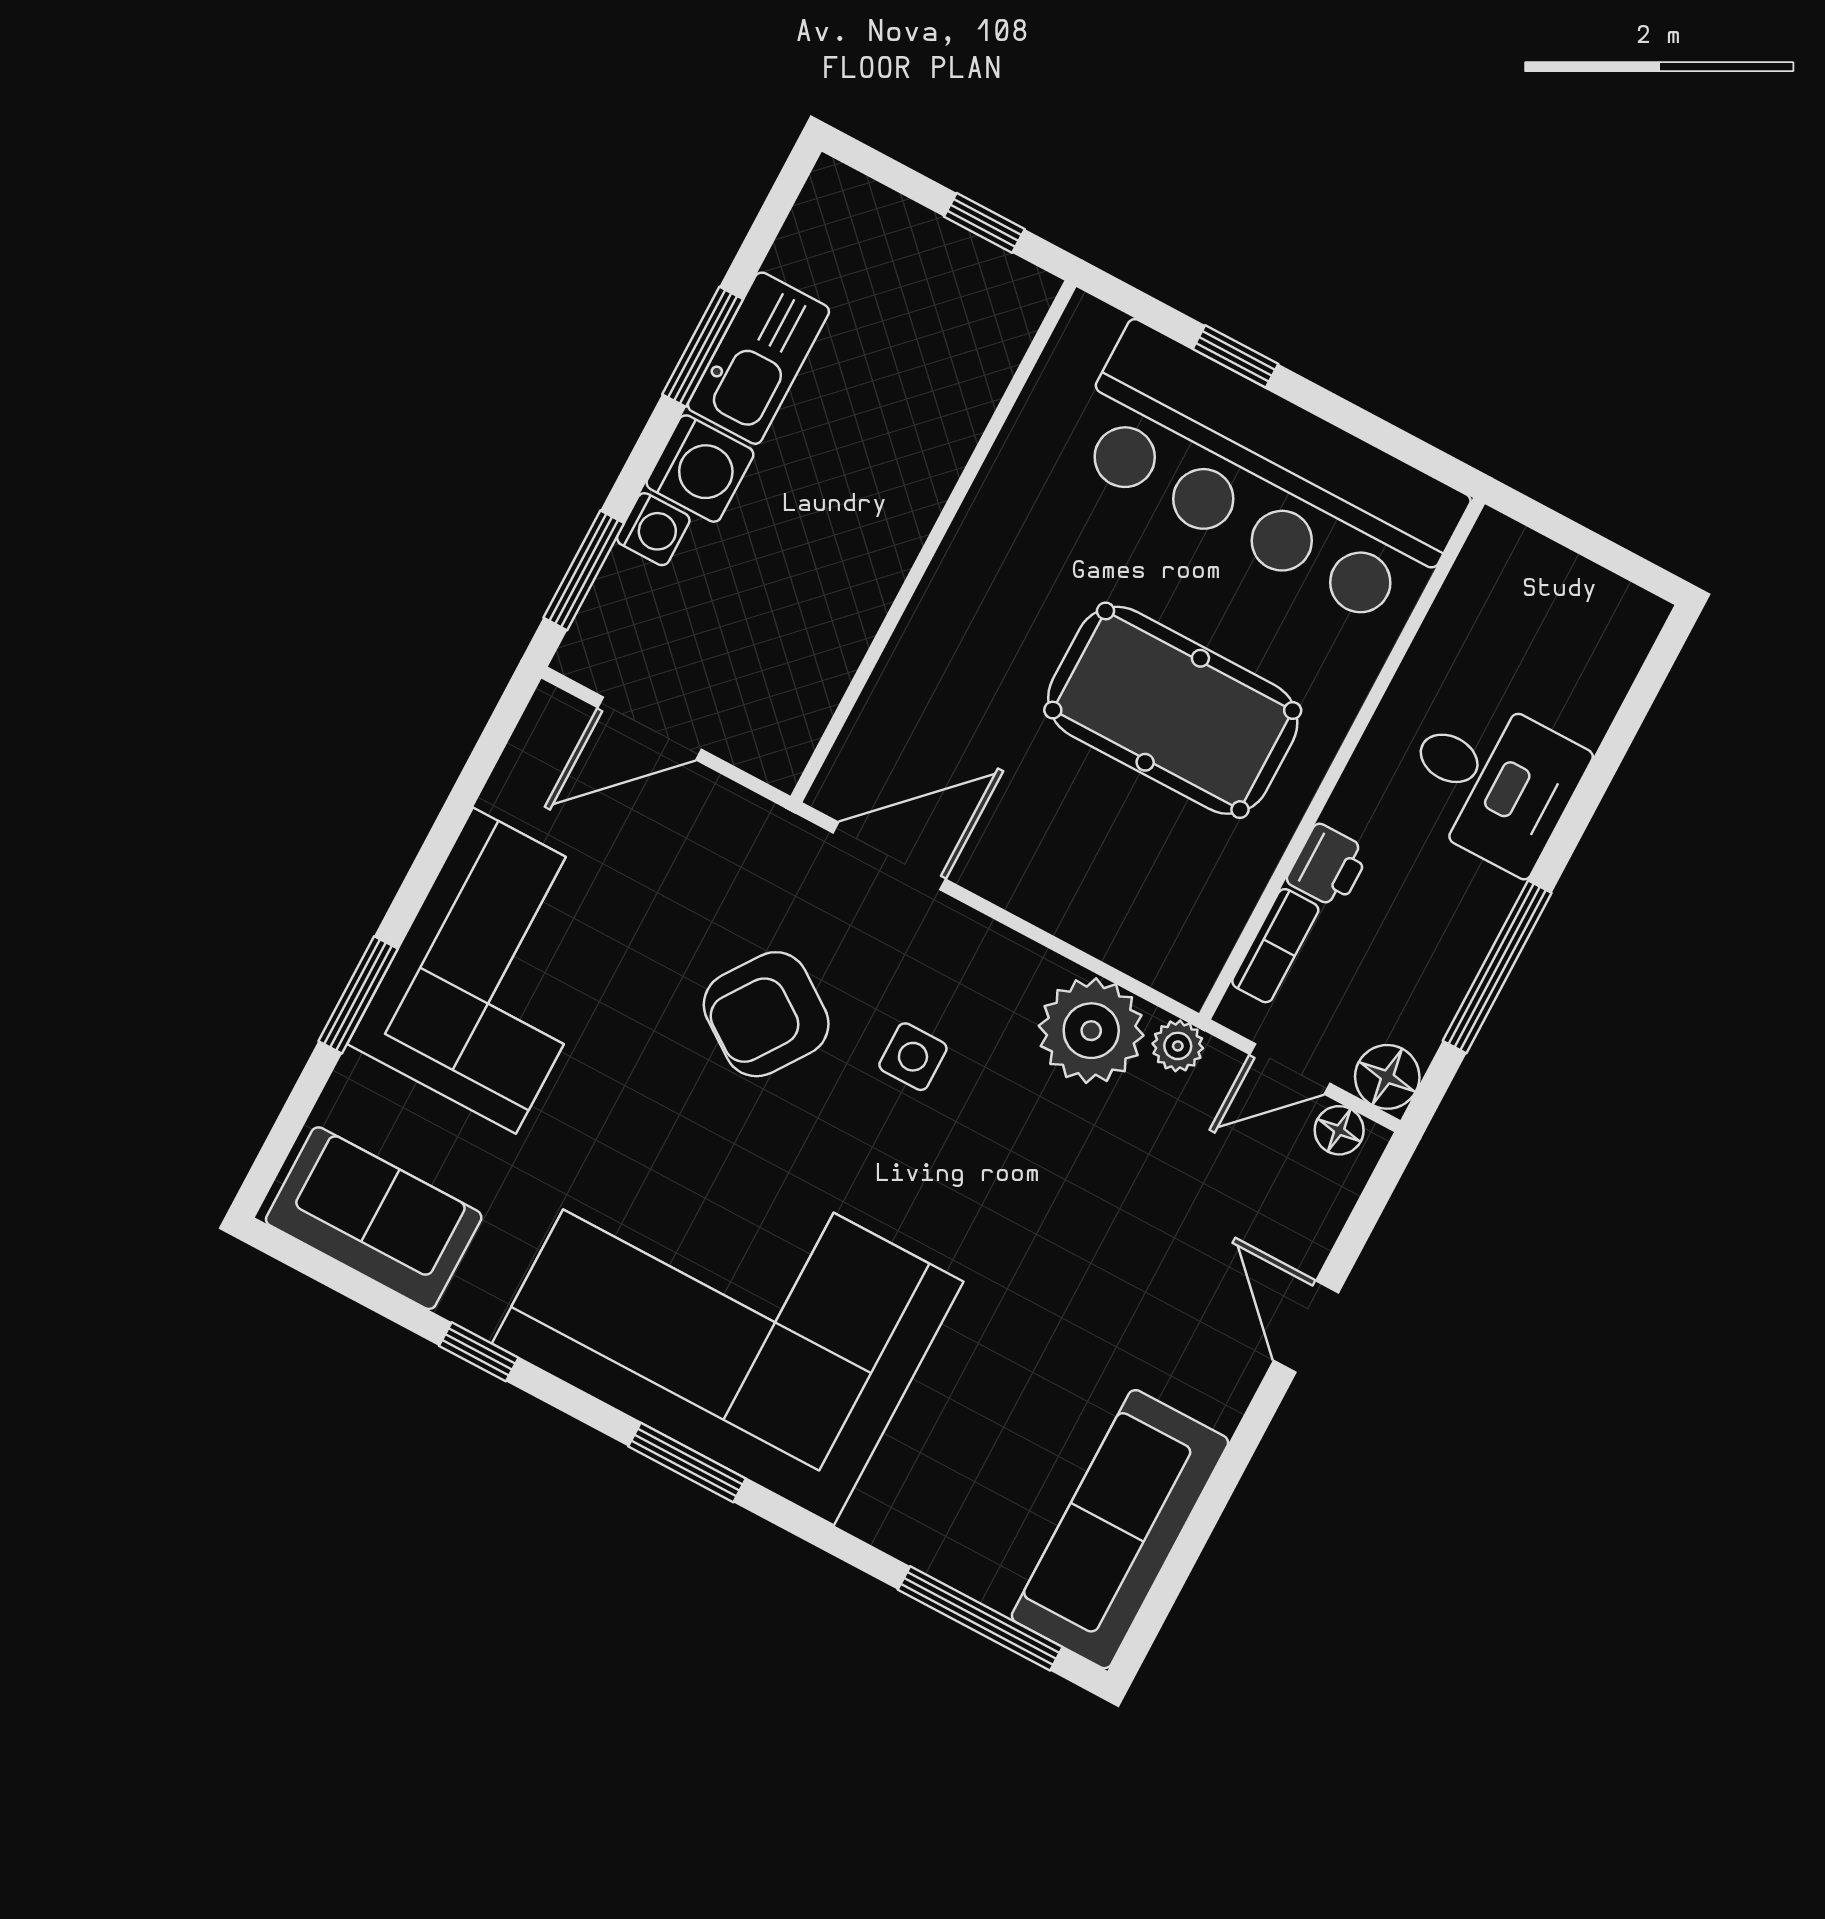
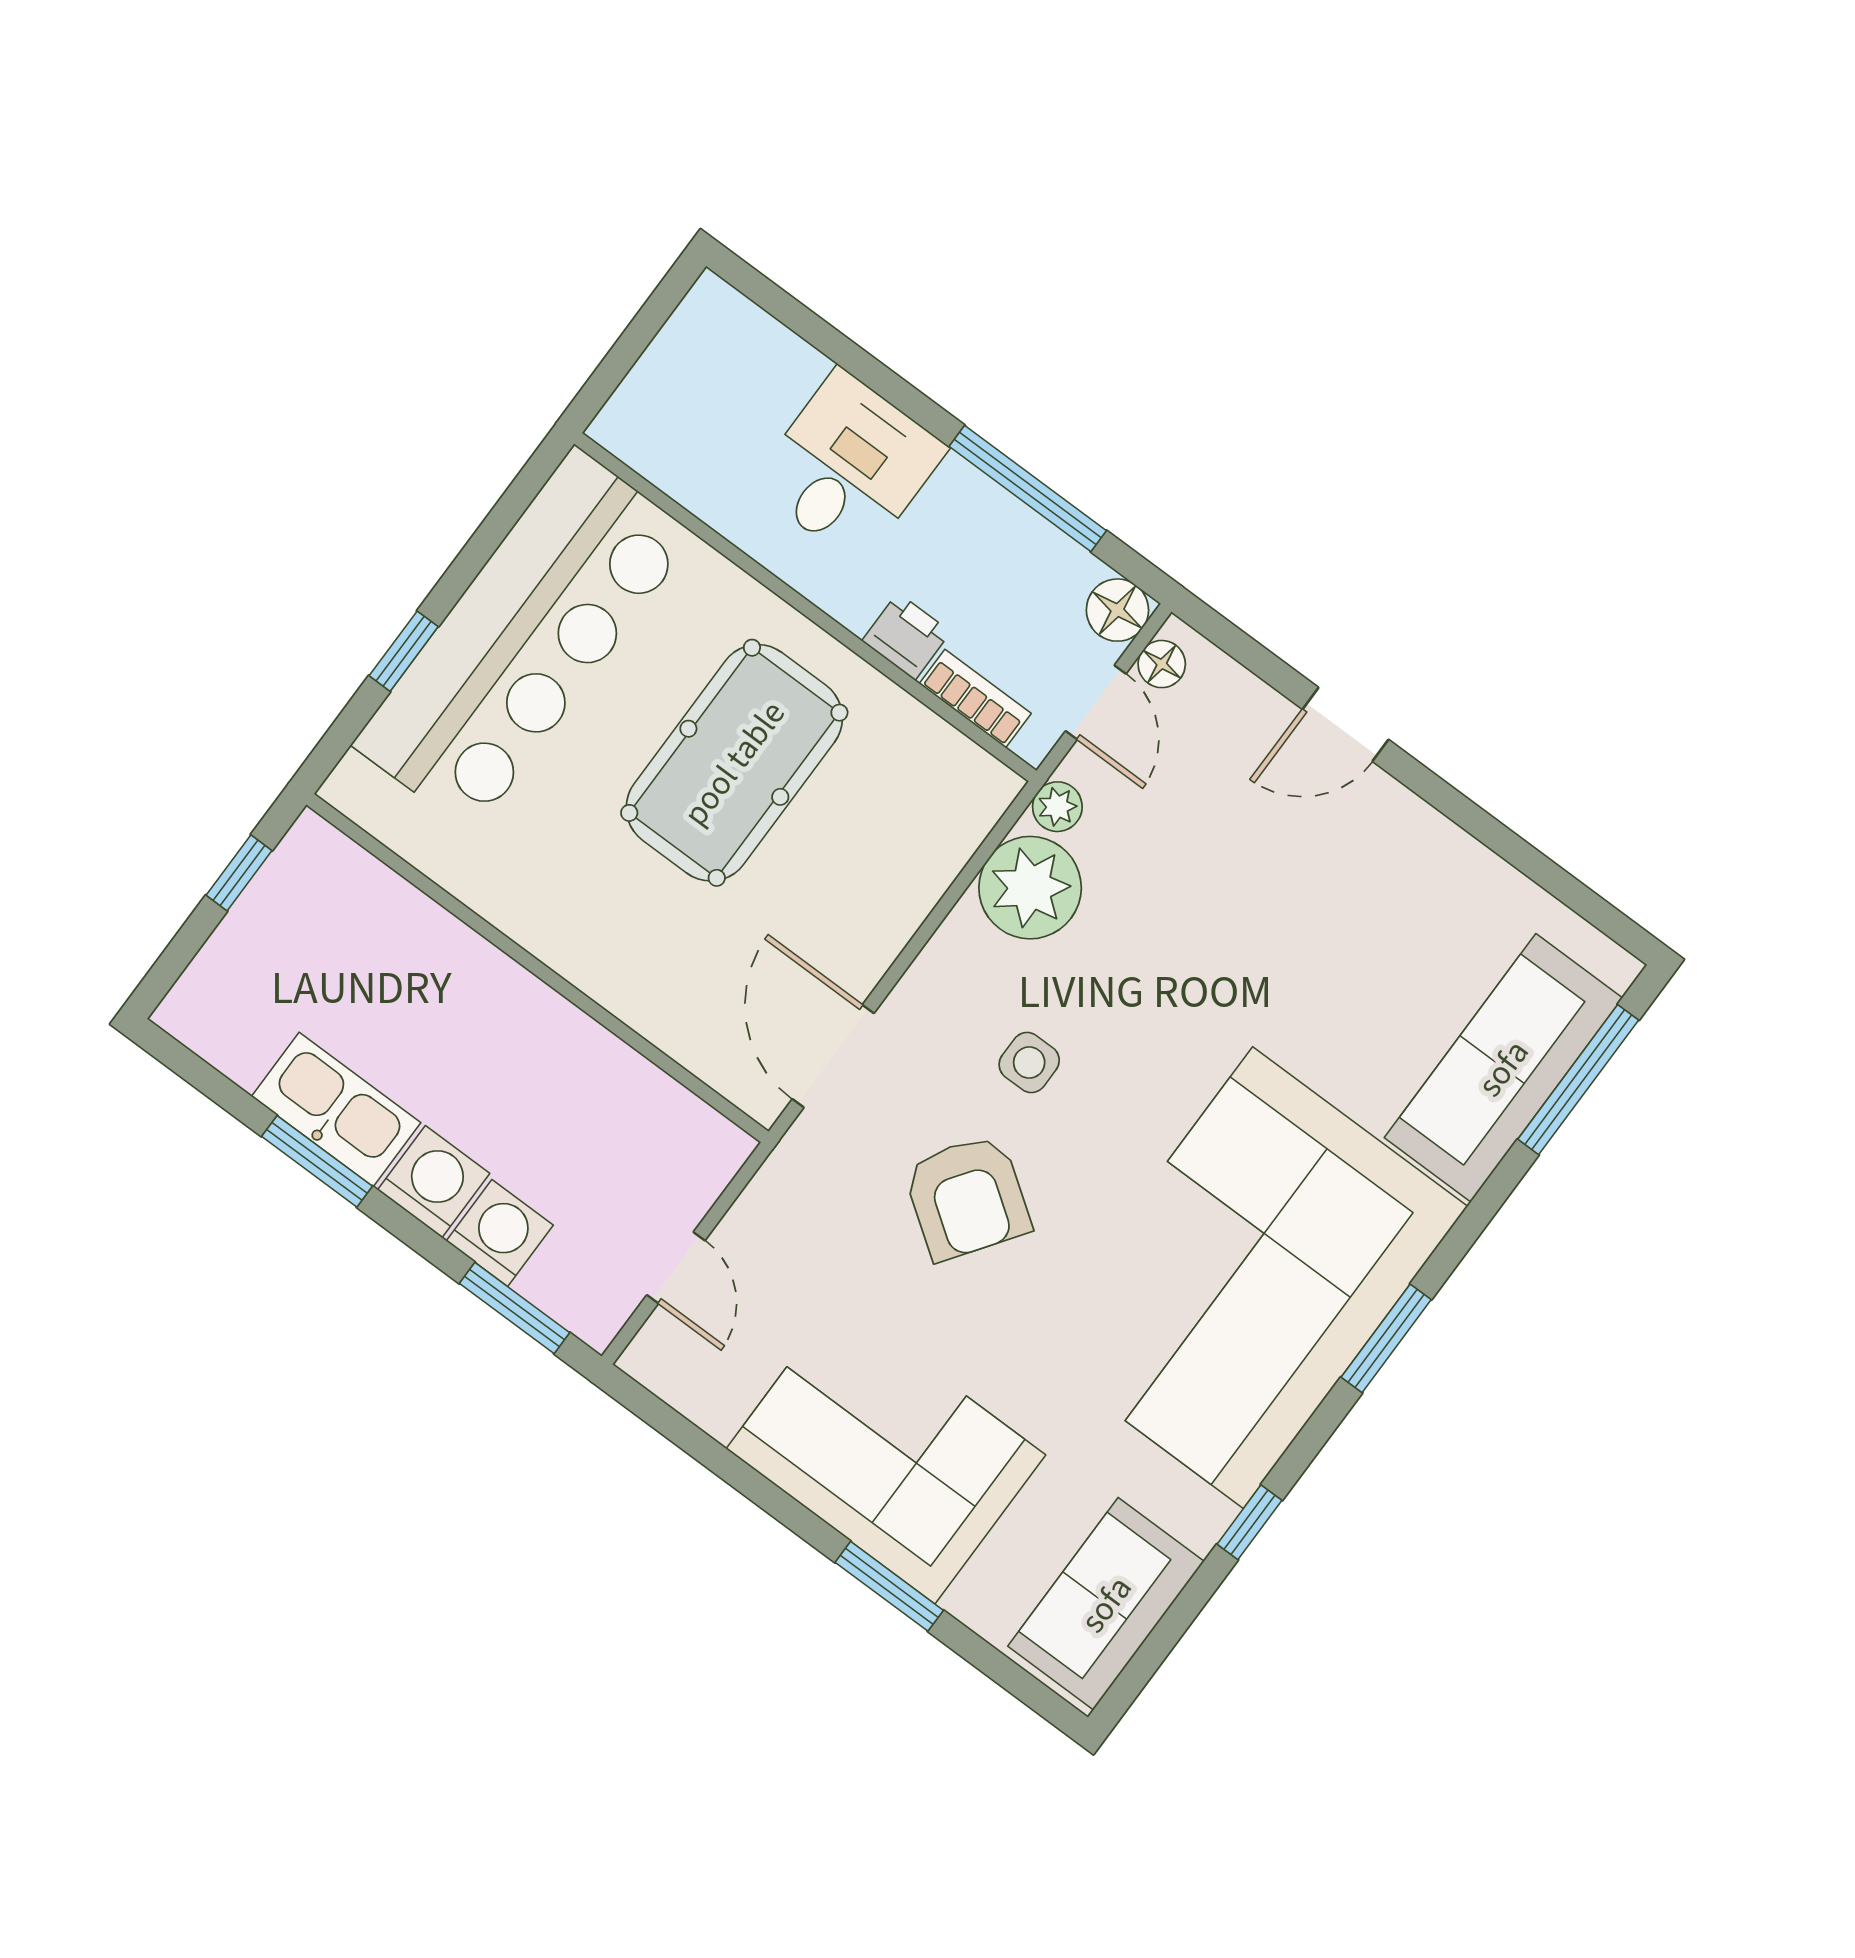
washing machine: (653, 529) -> (500, 1233), width x1.38, depth x1.38
door: (650, 729) -> (676, 1268), width x0.73
sofa: (1120, 1529) -> (1503, 1068), moved, turned 90

